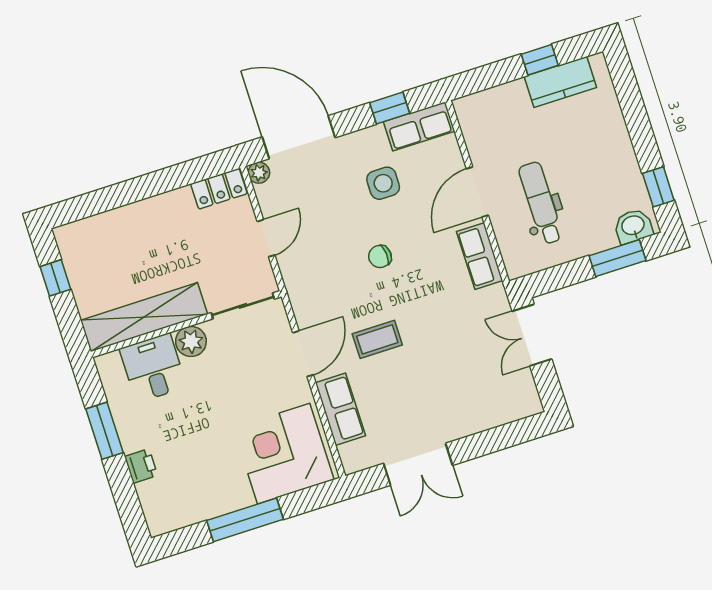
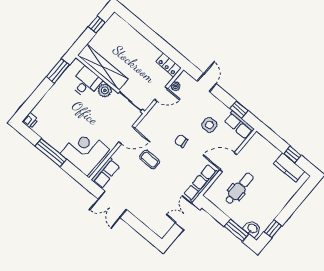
door: (299, 137) -> (207, 83), width x0.53
plant: (259, 173) -> (176, 86), moved
row of seats: (480, 256) -> (201, 183), width x1.48
row of seats: (340, 409) -> (106, 173), moved
window: (104, 431) -> (58, 71), moved
printer: (141, 466) -> (30, 121), moved

